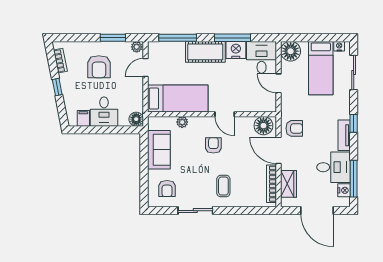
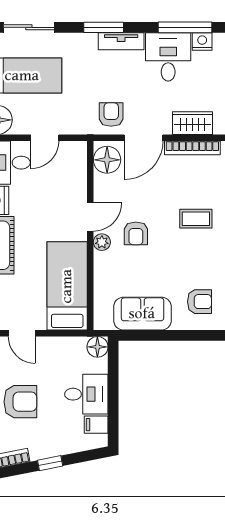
plant: (182, 122) -> (102, 242), moved
window: (354, 123) -> (104, 27), width x1.50
armchair: (213, 145) -> (136, 233), turned -90

